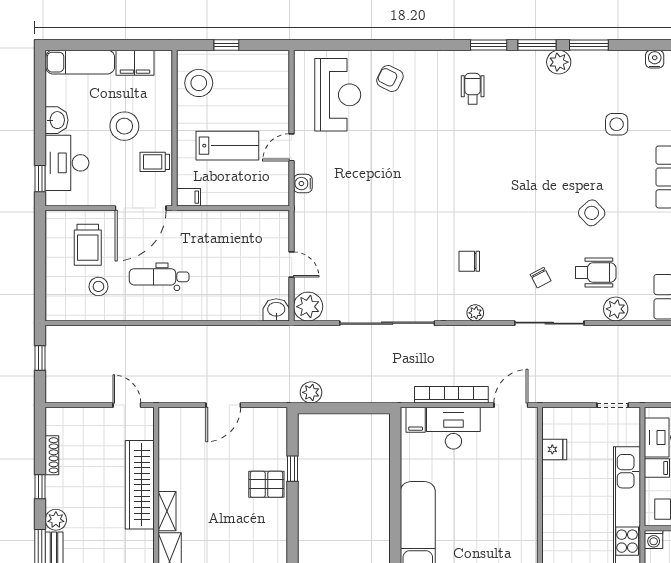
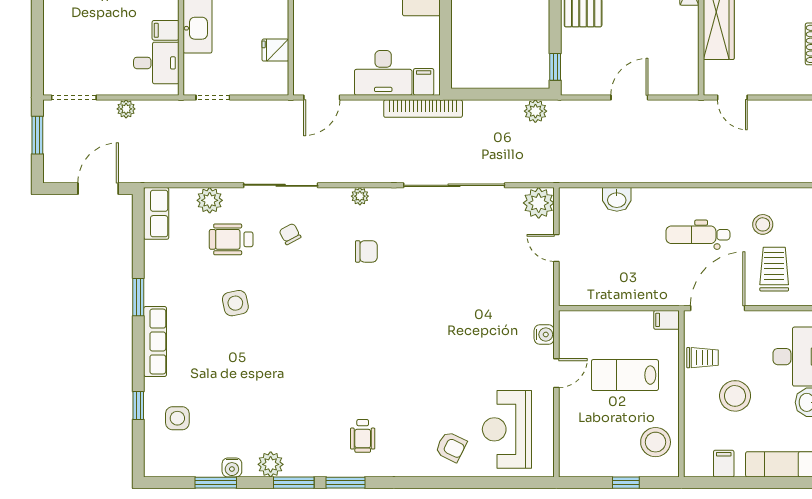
window: (589, 45) -> (216, 483), moved
water cooler: (655, 59) -> (232, 467), moved
filing cabinet: (135, 63) -> (724, 464), width x0.50
side table: (617, 124) -> (177, 418), moved
side table: (592, 213) -> (235, 303), turned 31
dental chair: (159, 277) -> (698, 235), turned 180
washbasin: (276, 310) -> (617, 199), moved
bookcase: (451, 395) -> (423, 109), moved
window: (293, 469) -> (555, 67), moved

